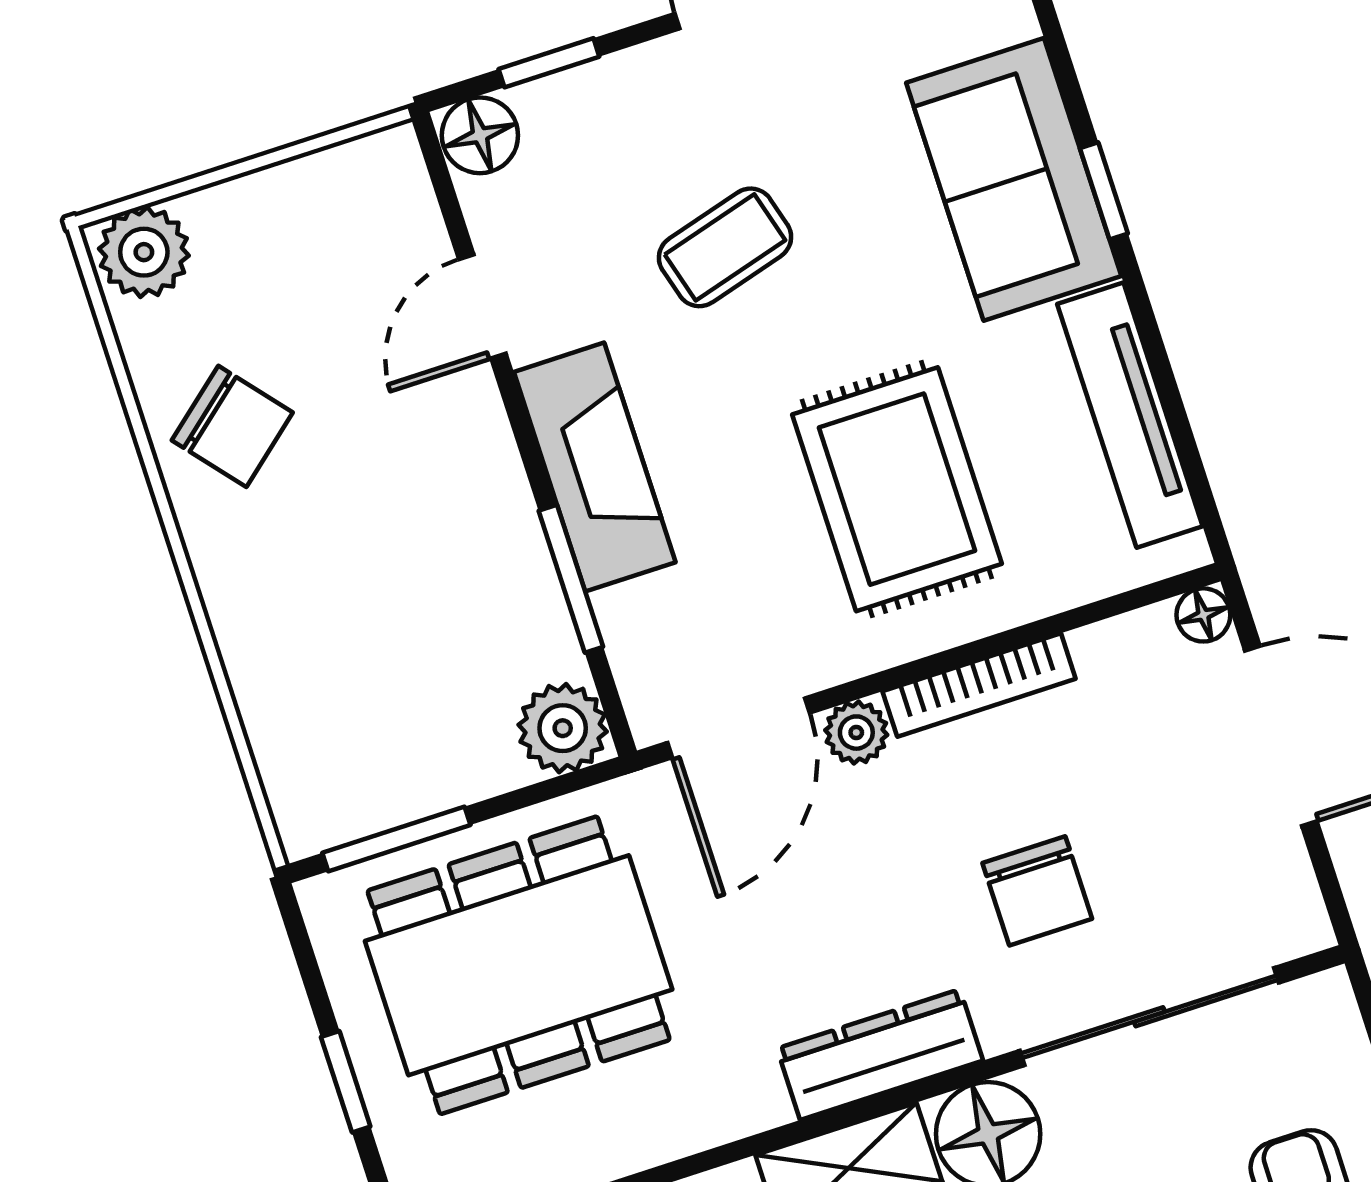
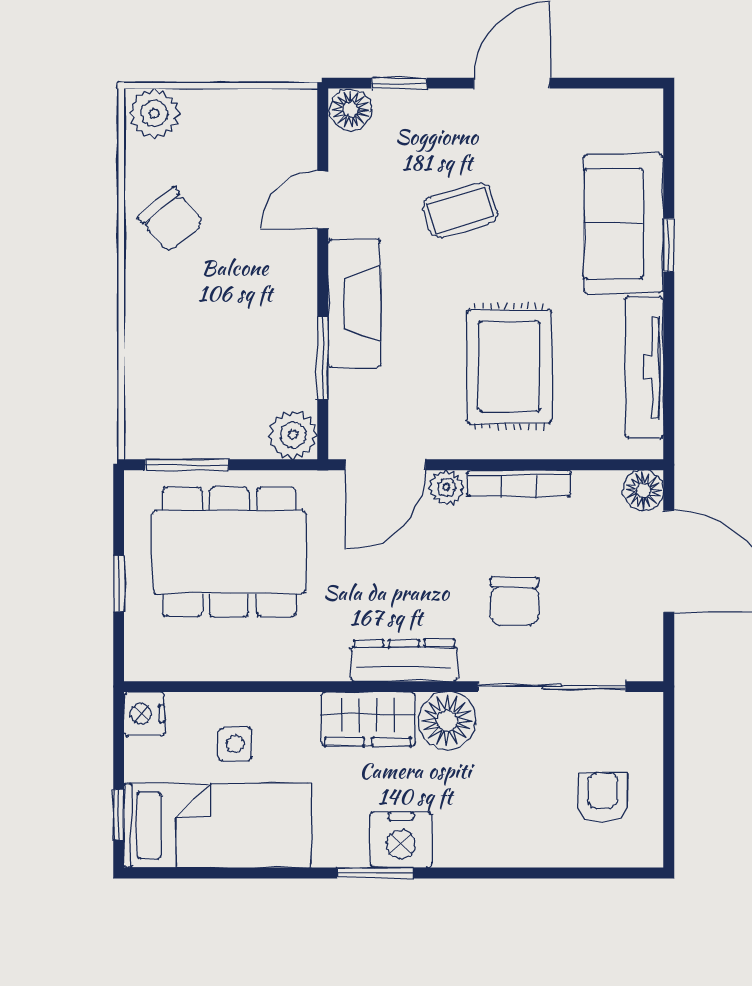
floor lamp: (1203, 615) -> (643, 490), width x1.37, depth x1.37

